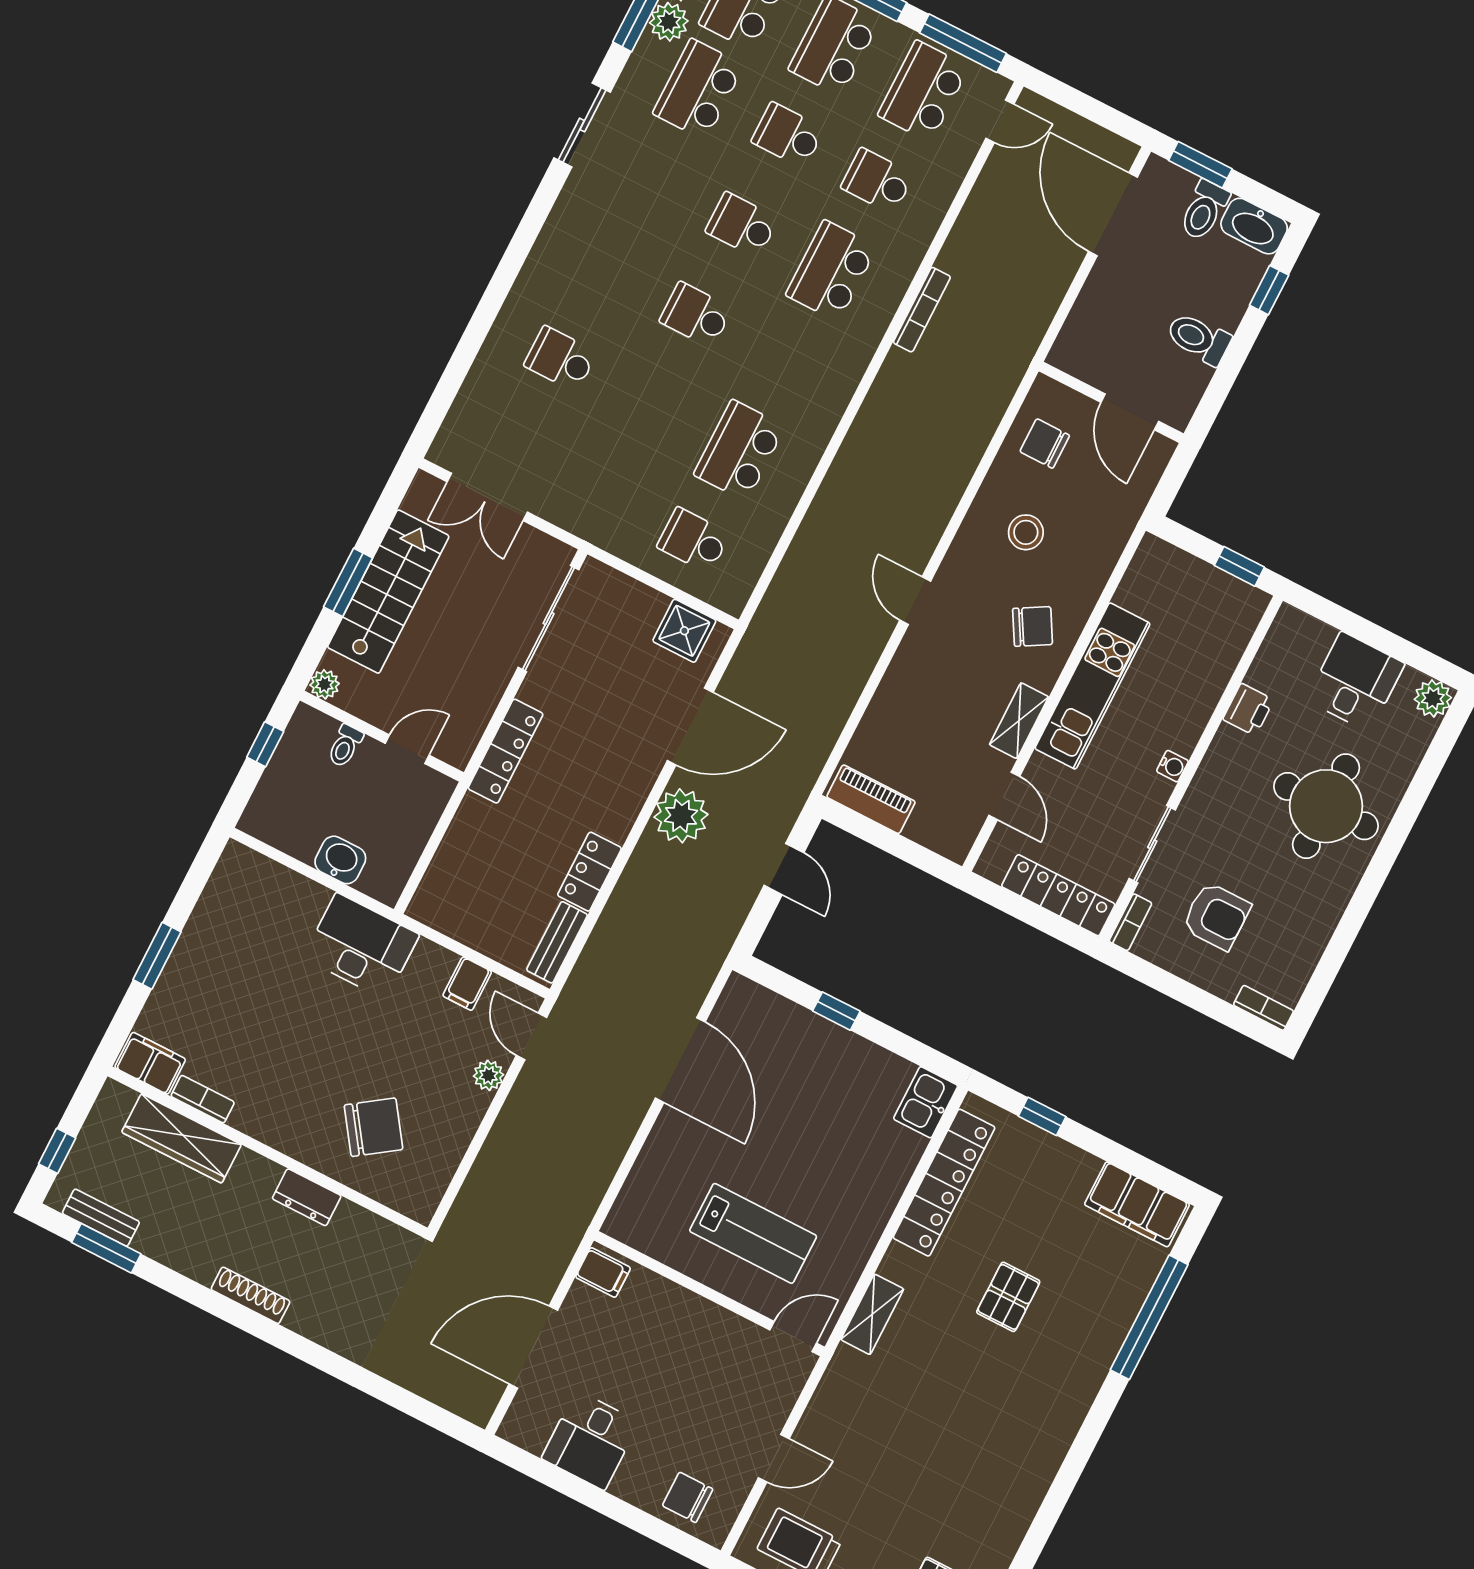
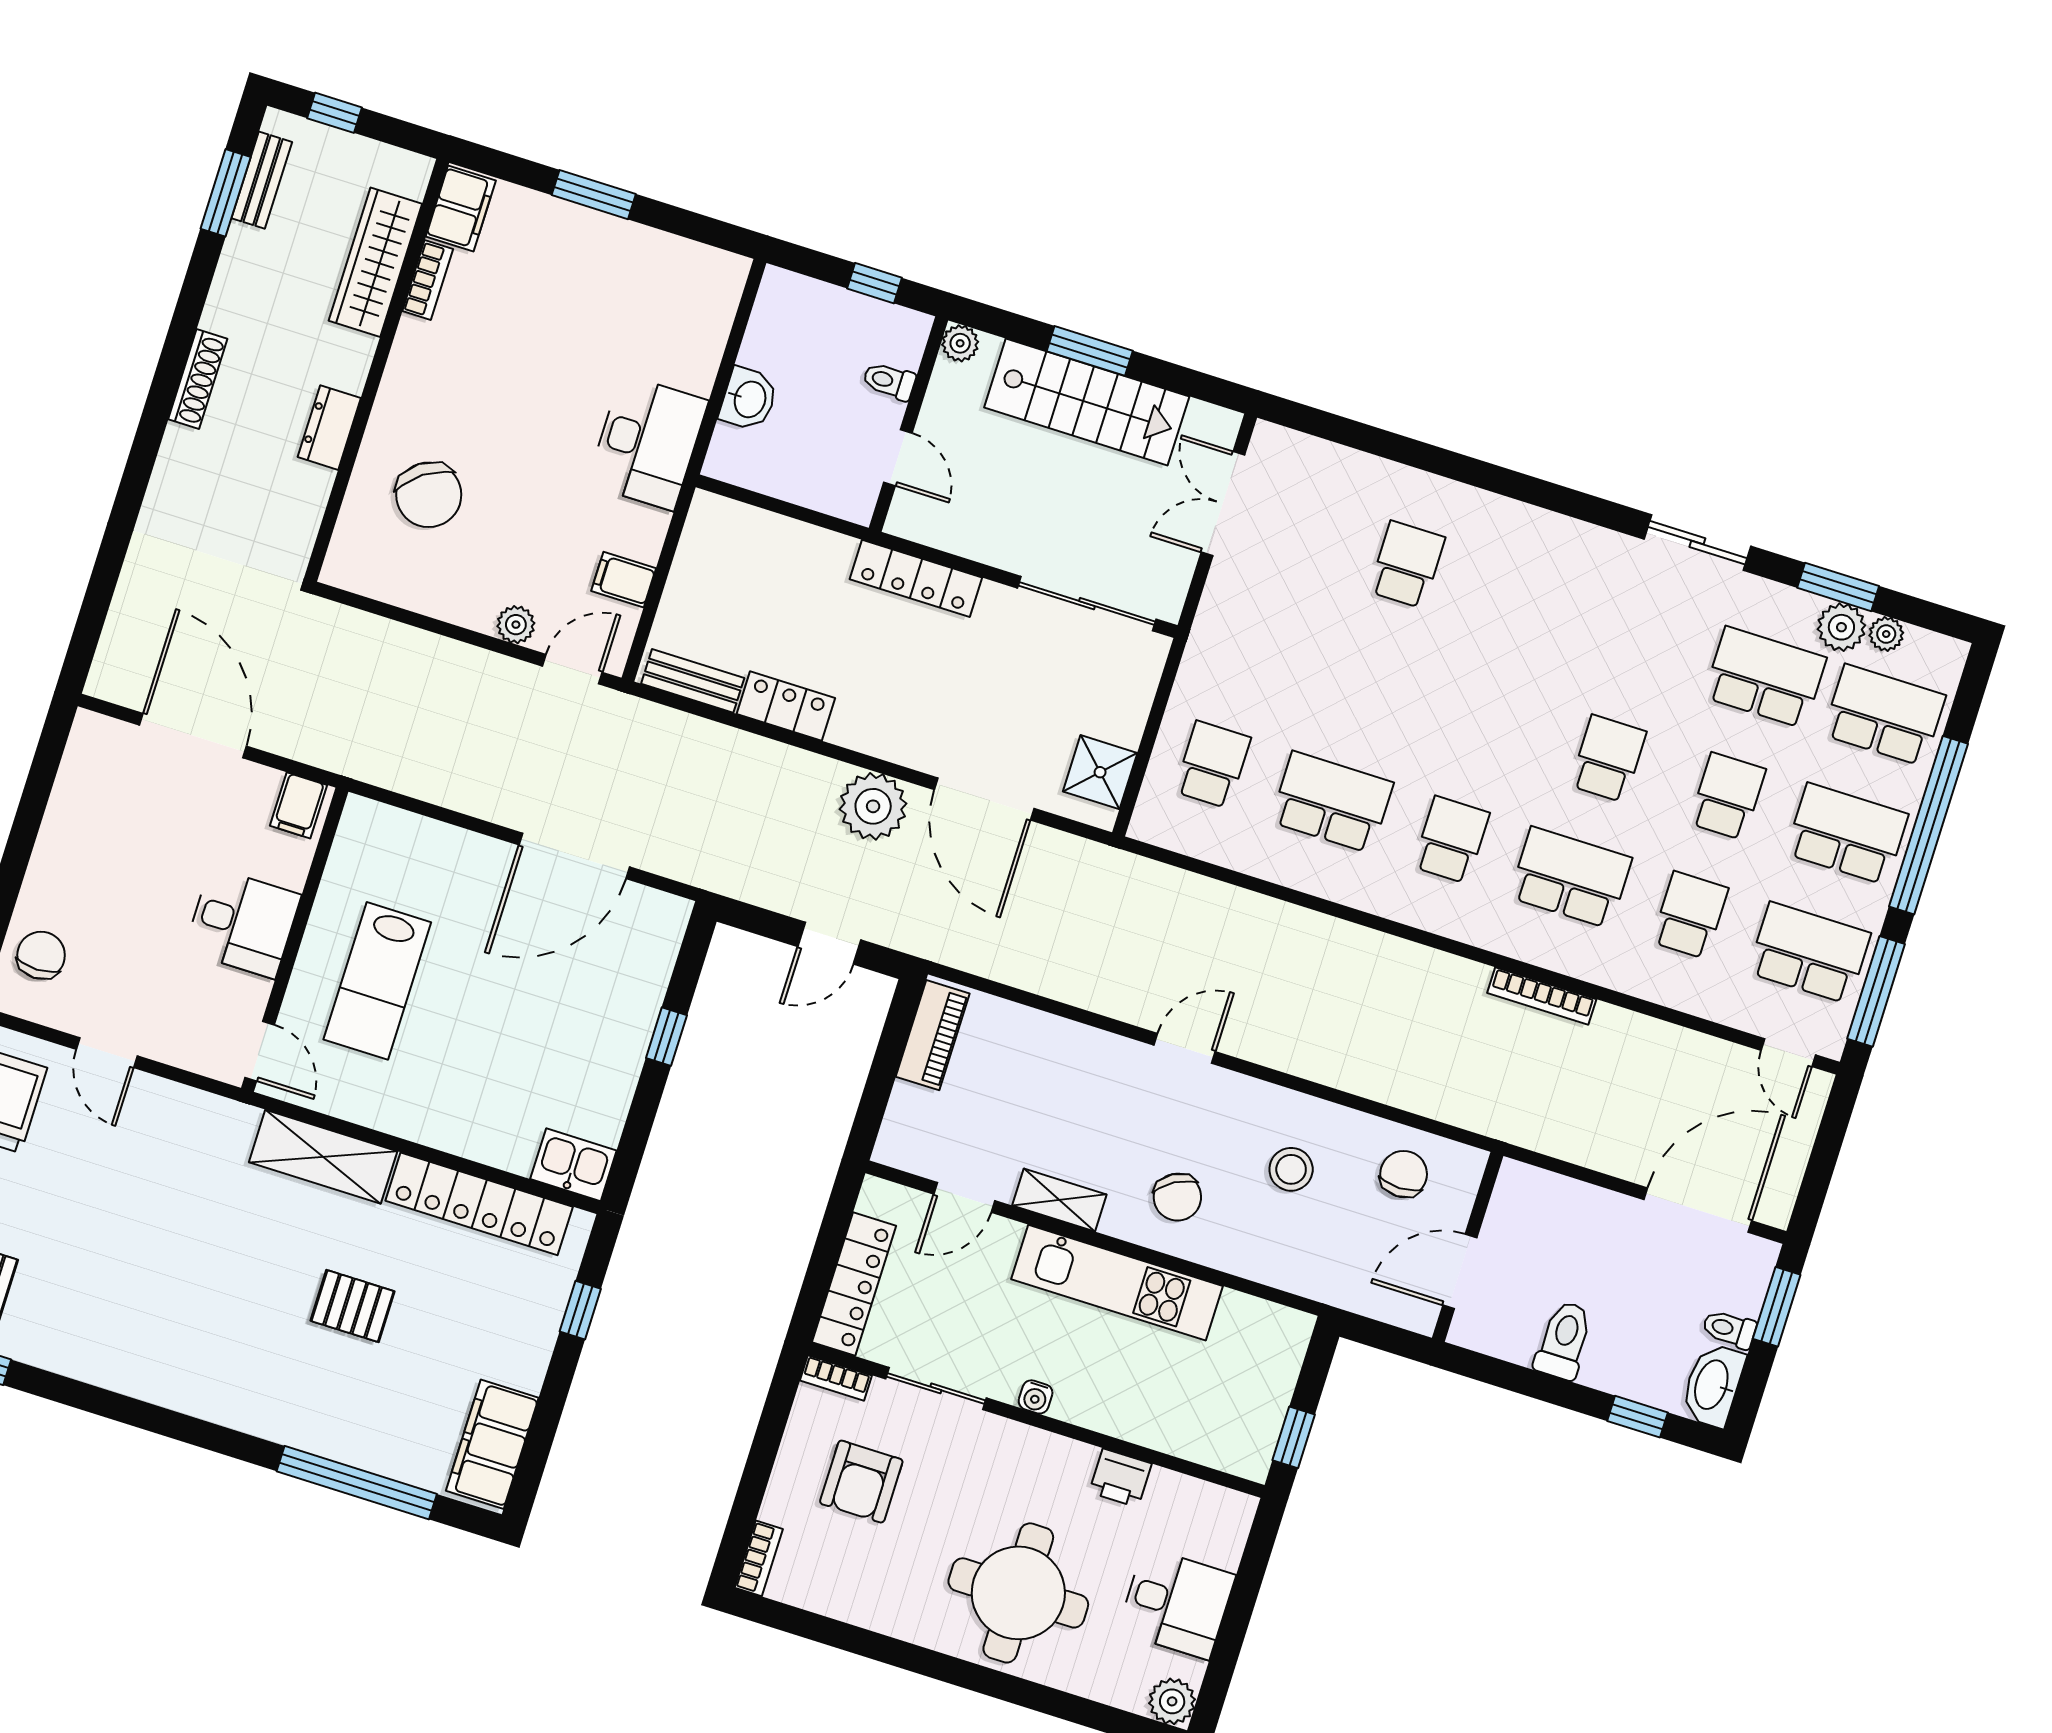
toilet: (1204, 210) -> (1729, 1329), width x0.73, depth x0.72
school desk: (696, 315) -> (1451, 840), moved
shelving: (872, 1314) -> (323, 1157), width x1.50, depth x1.33
desk: (590, 1440) -> (243, 923), moved, turned 180

